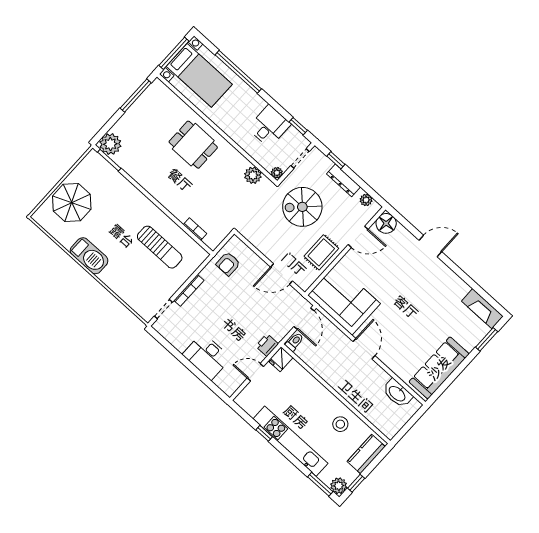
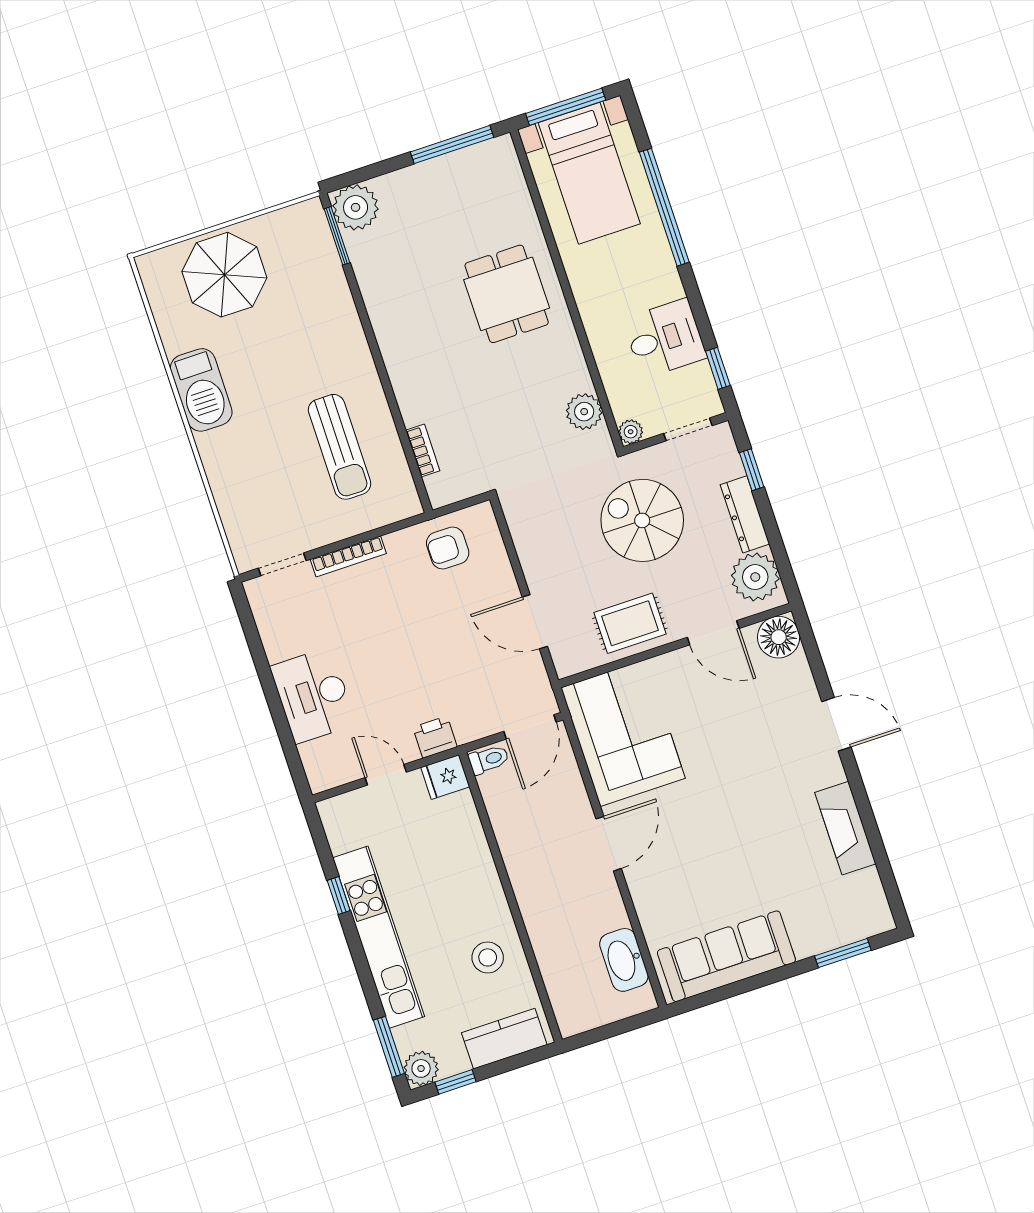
plant: (366, 200) -> (755, 577), width x1.88, depth x1.88
fireplace: (482, 309) -> (845, 828), moved

